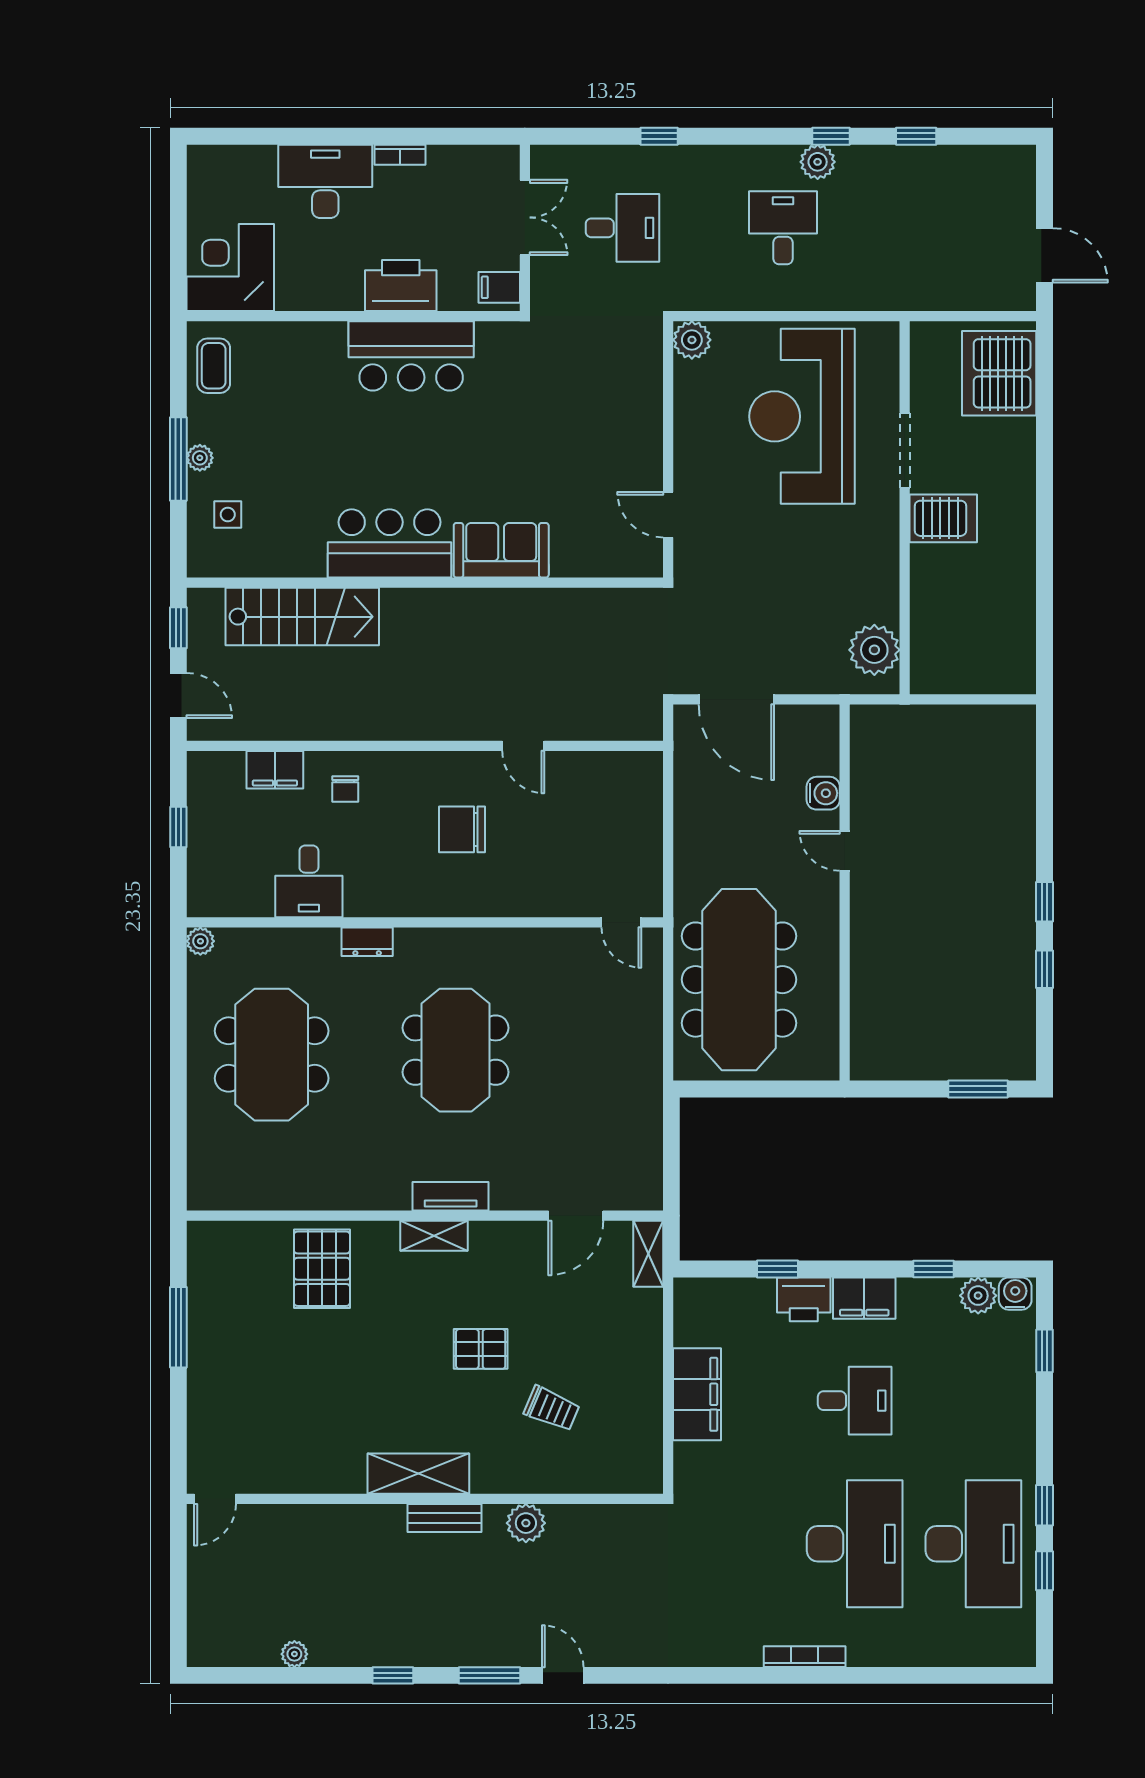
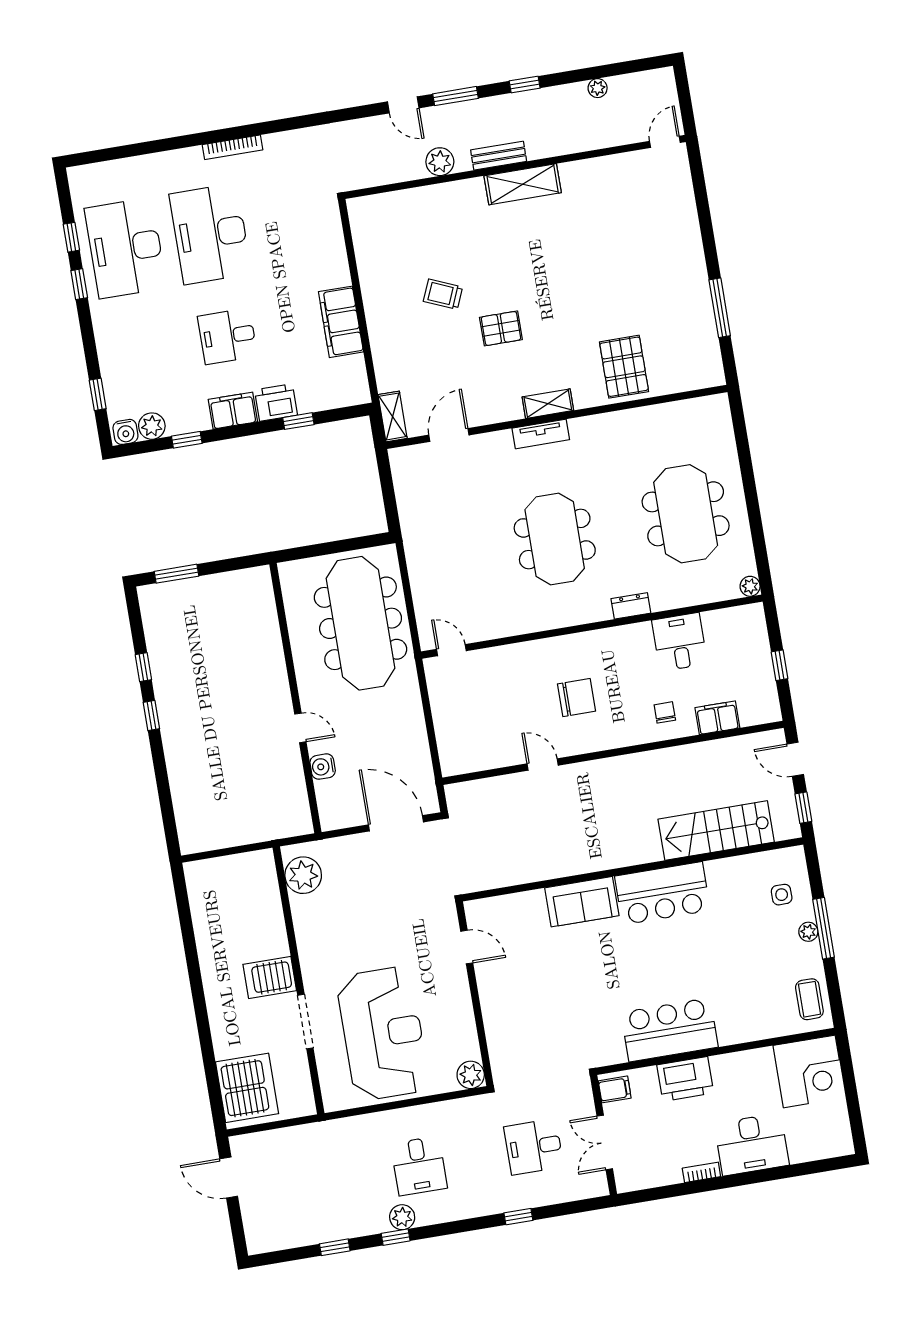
shelving: (418, 1474) -> (523, 184), moved
door: (215, 1499) -> (665, 142), moved
wall: (425, 1499) -> (515, 167), moved
bench: (445, 1518) -> (499, 156), moved
plant: (526, 1523) -> (440, 162), moved

